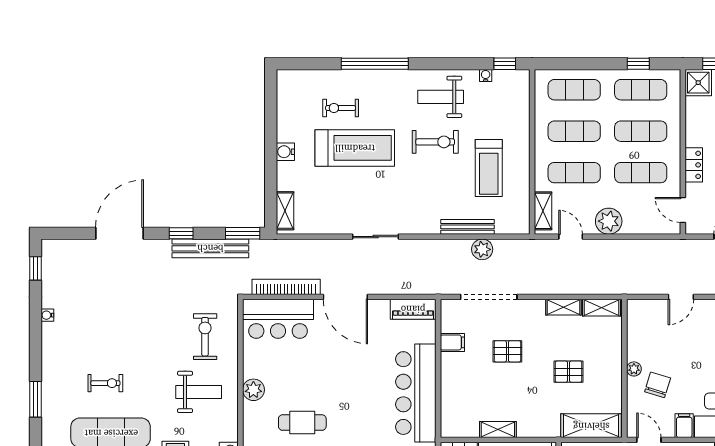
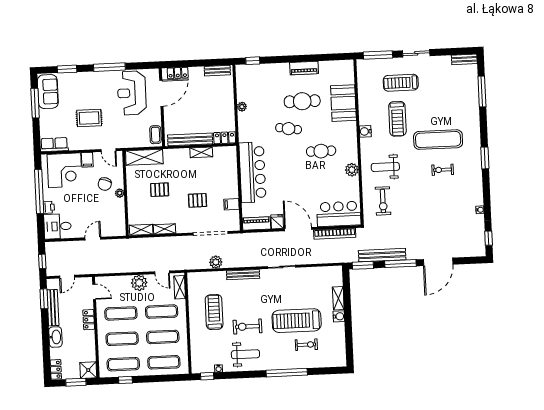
shelving: (285, 211) -> (338, 298), moved
bench: (468, 227) -> (243, 275), moved
window: (181, 233) -> (400, 264), width x2.17
fridge: (379, 311) -> (277, 222), added

